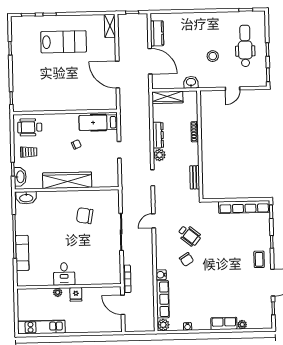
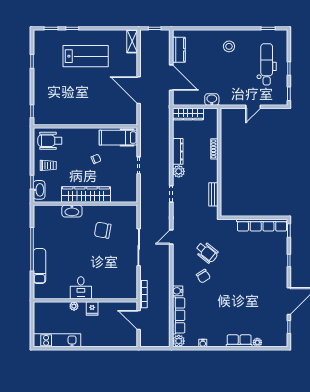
stool: (213, 56) -> (229, 46), moved
washbasin: (26, 198) -> (72, 211), moved
coffee table: (259, 259) -> (276, 278), removed

